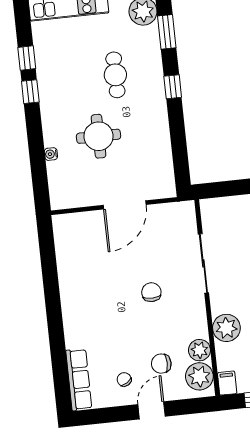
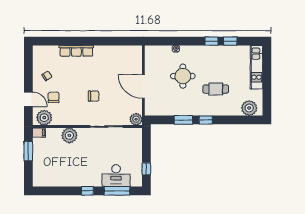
window: (167, 32) -> (183, 120), moved
plant: (199, 350) -> (136, 119), moved
row of seats: (79, 380) -> (76, 51), moved
door: (152, 410) -> (28, 99), moved

